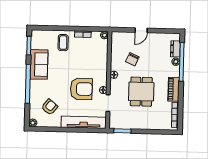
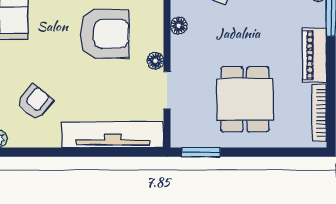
armchair: (81, 89) -> (105, 34), moved
dining table: (141, 92) -> (245, 99), moved

